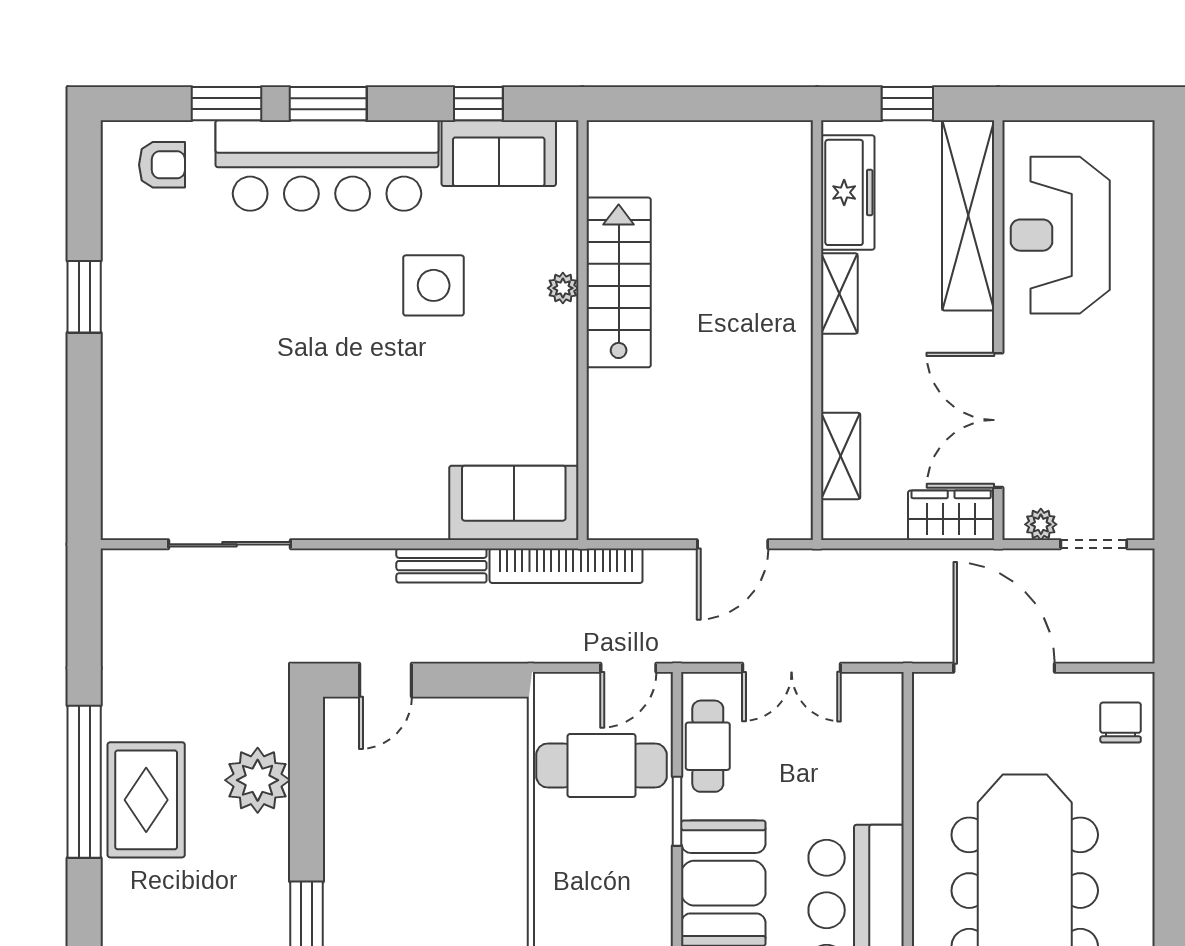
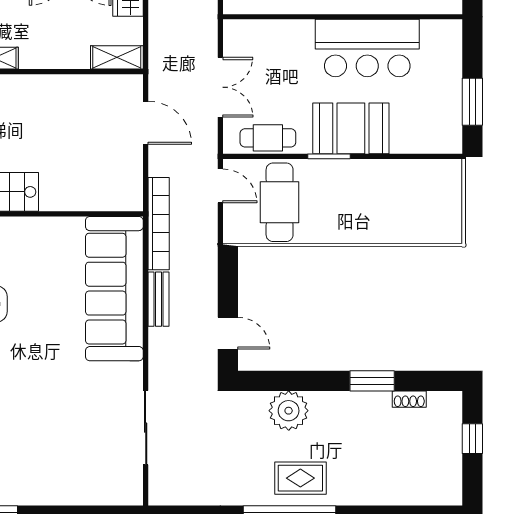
shelving: (841, 456) -> (117, 57), moved
sofa: (514, 503) -> (114, 289), width x1.85, depth x1.27
rug: (146, 800) -> (300, 478), width x0.73, depth x0.70
window: (677, 811) -> (329, 156), moved

